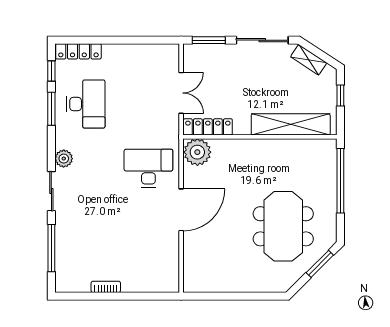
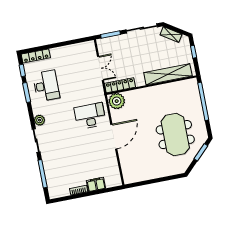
filing cabinet: (136, 283) -> (96, 184), added

